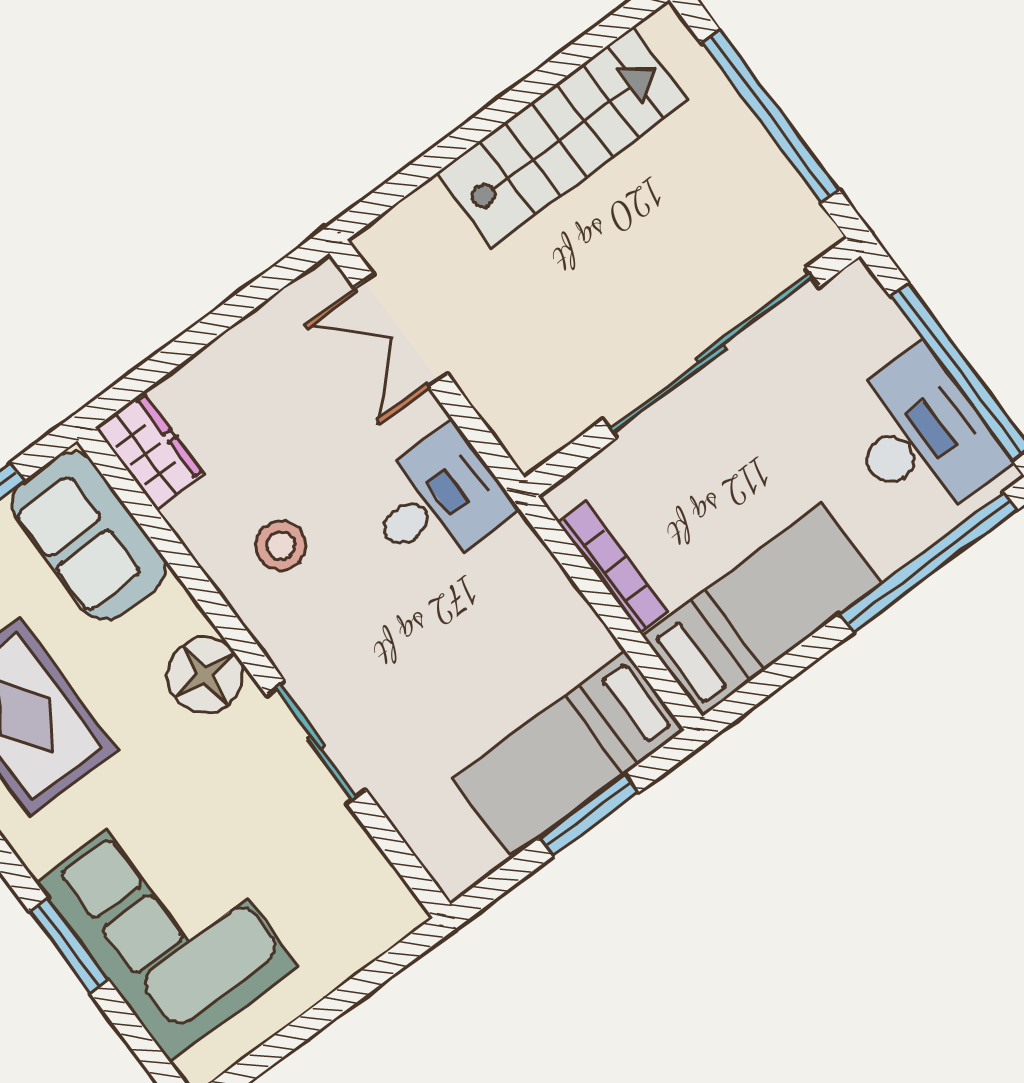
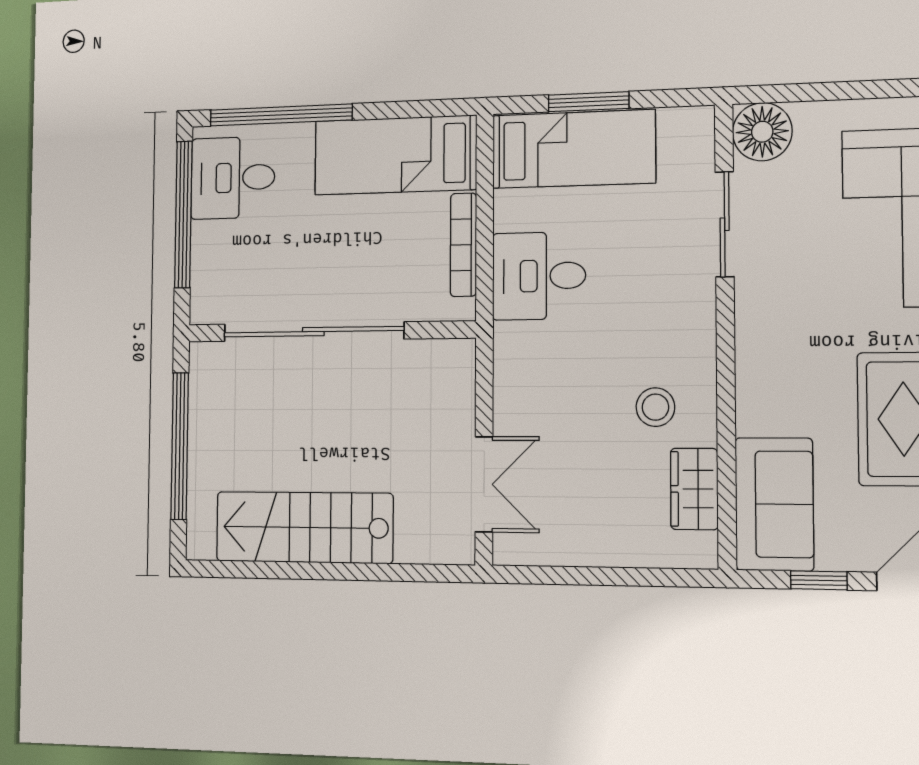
desk: (920, 437) -> (233, 178), width x0.73
wardrobe: (150, 451) -> (694, 489), moved
desk: (437, 501) -> (539, 276), moved
floor lamp: (205, 675) -> (762, 132), moved
sliding door: (316, 742) -> (725, 224), moved

